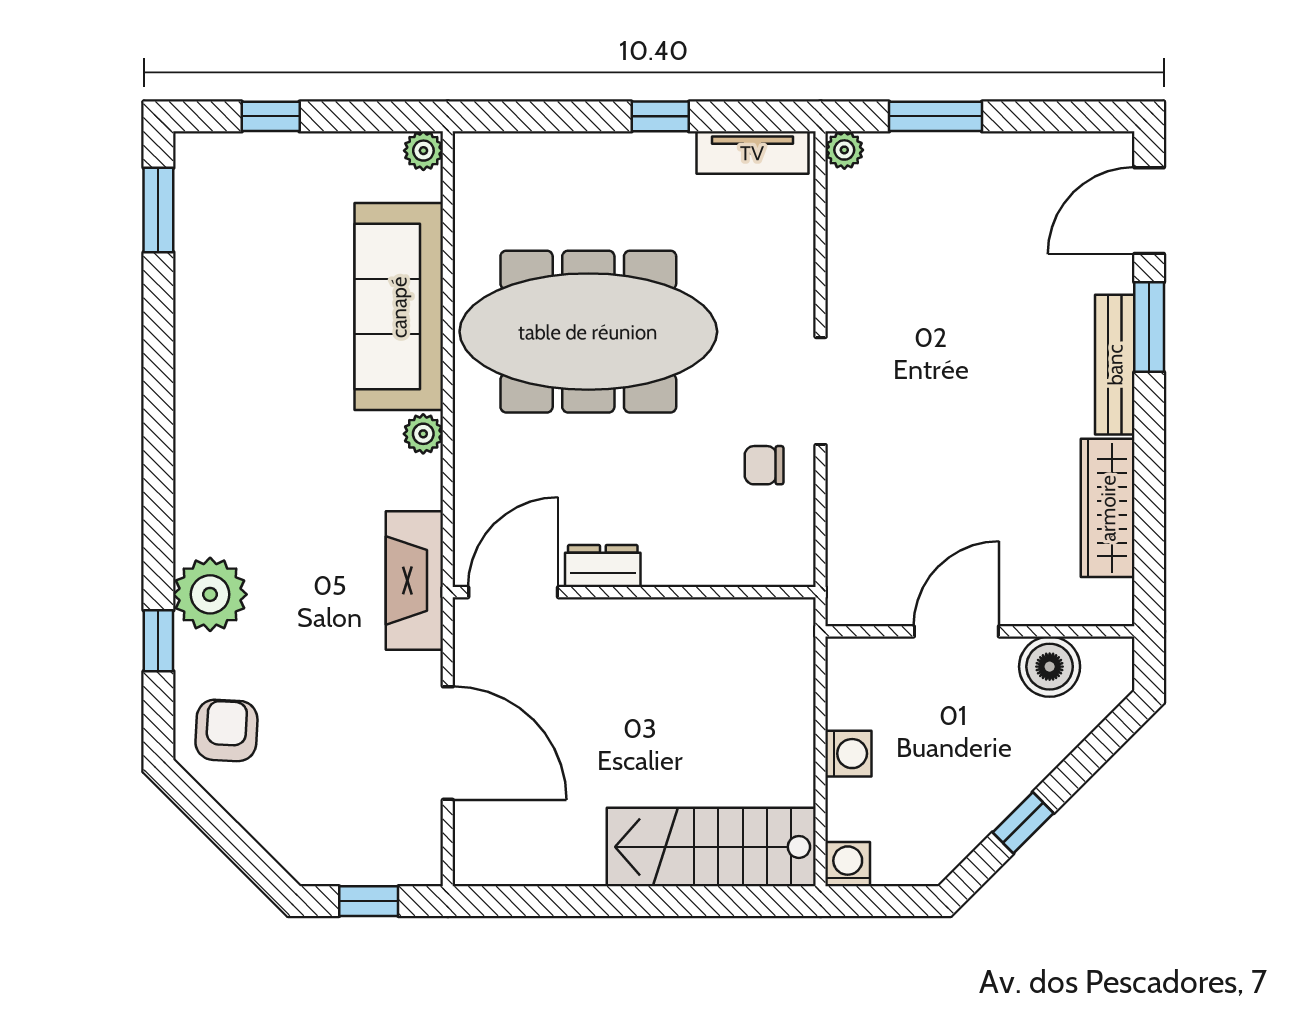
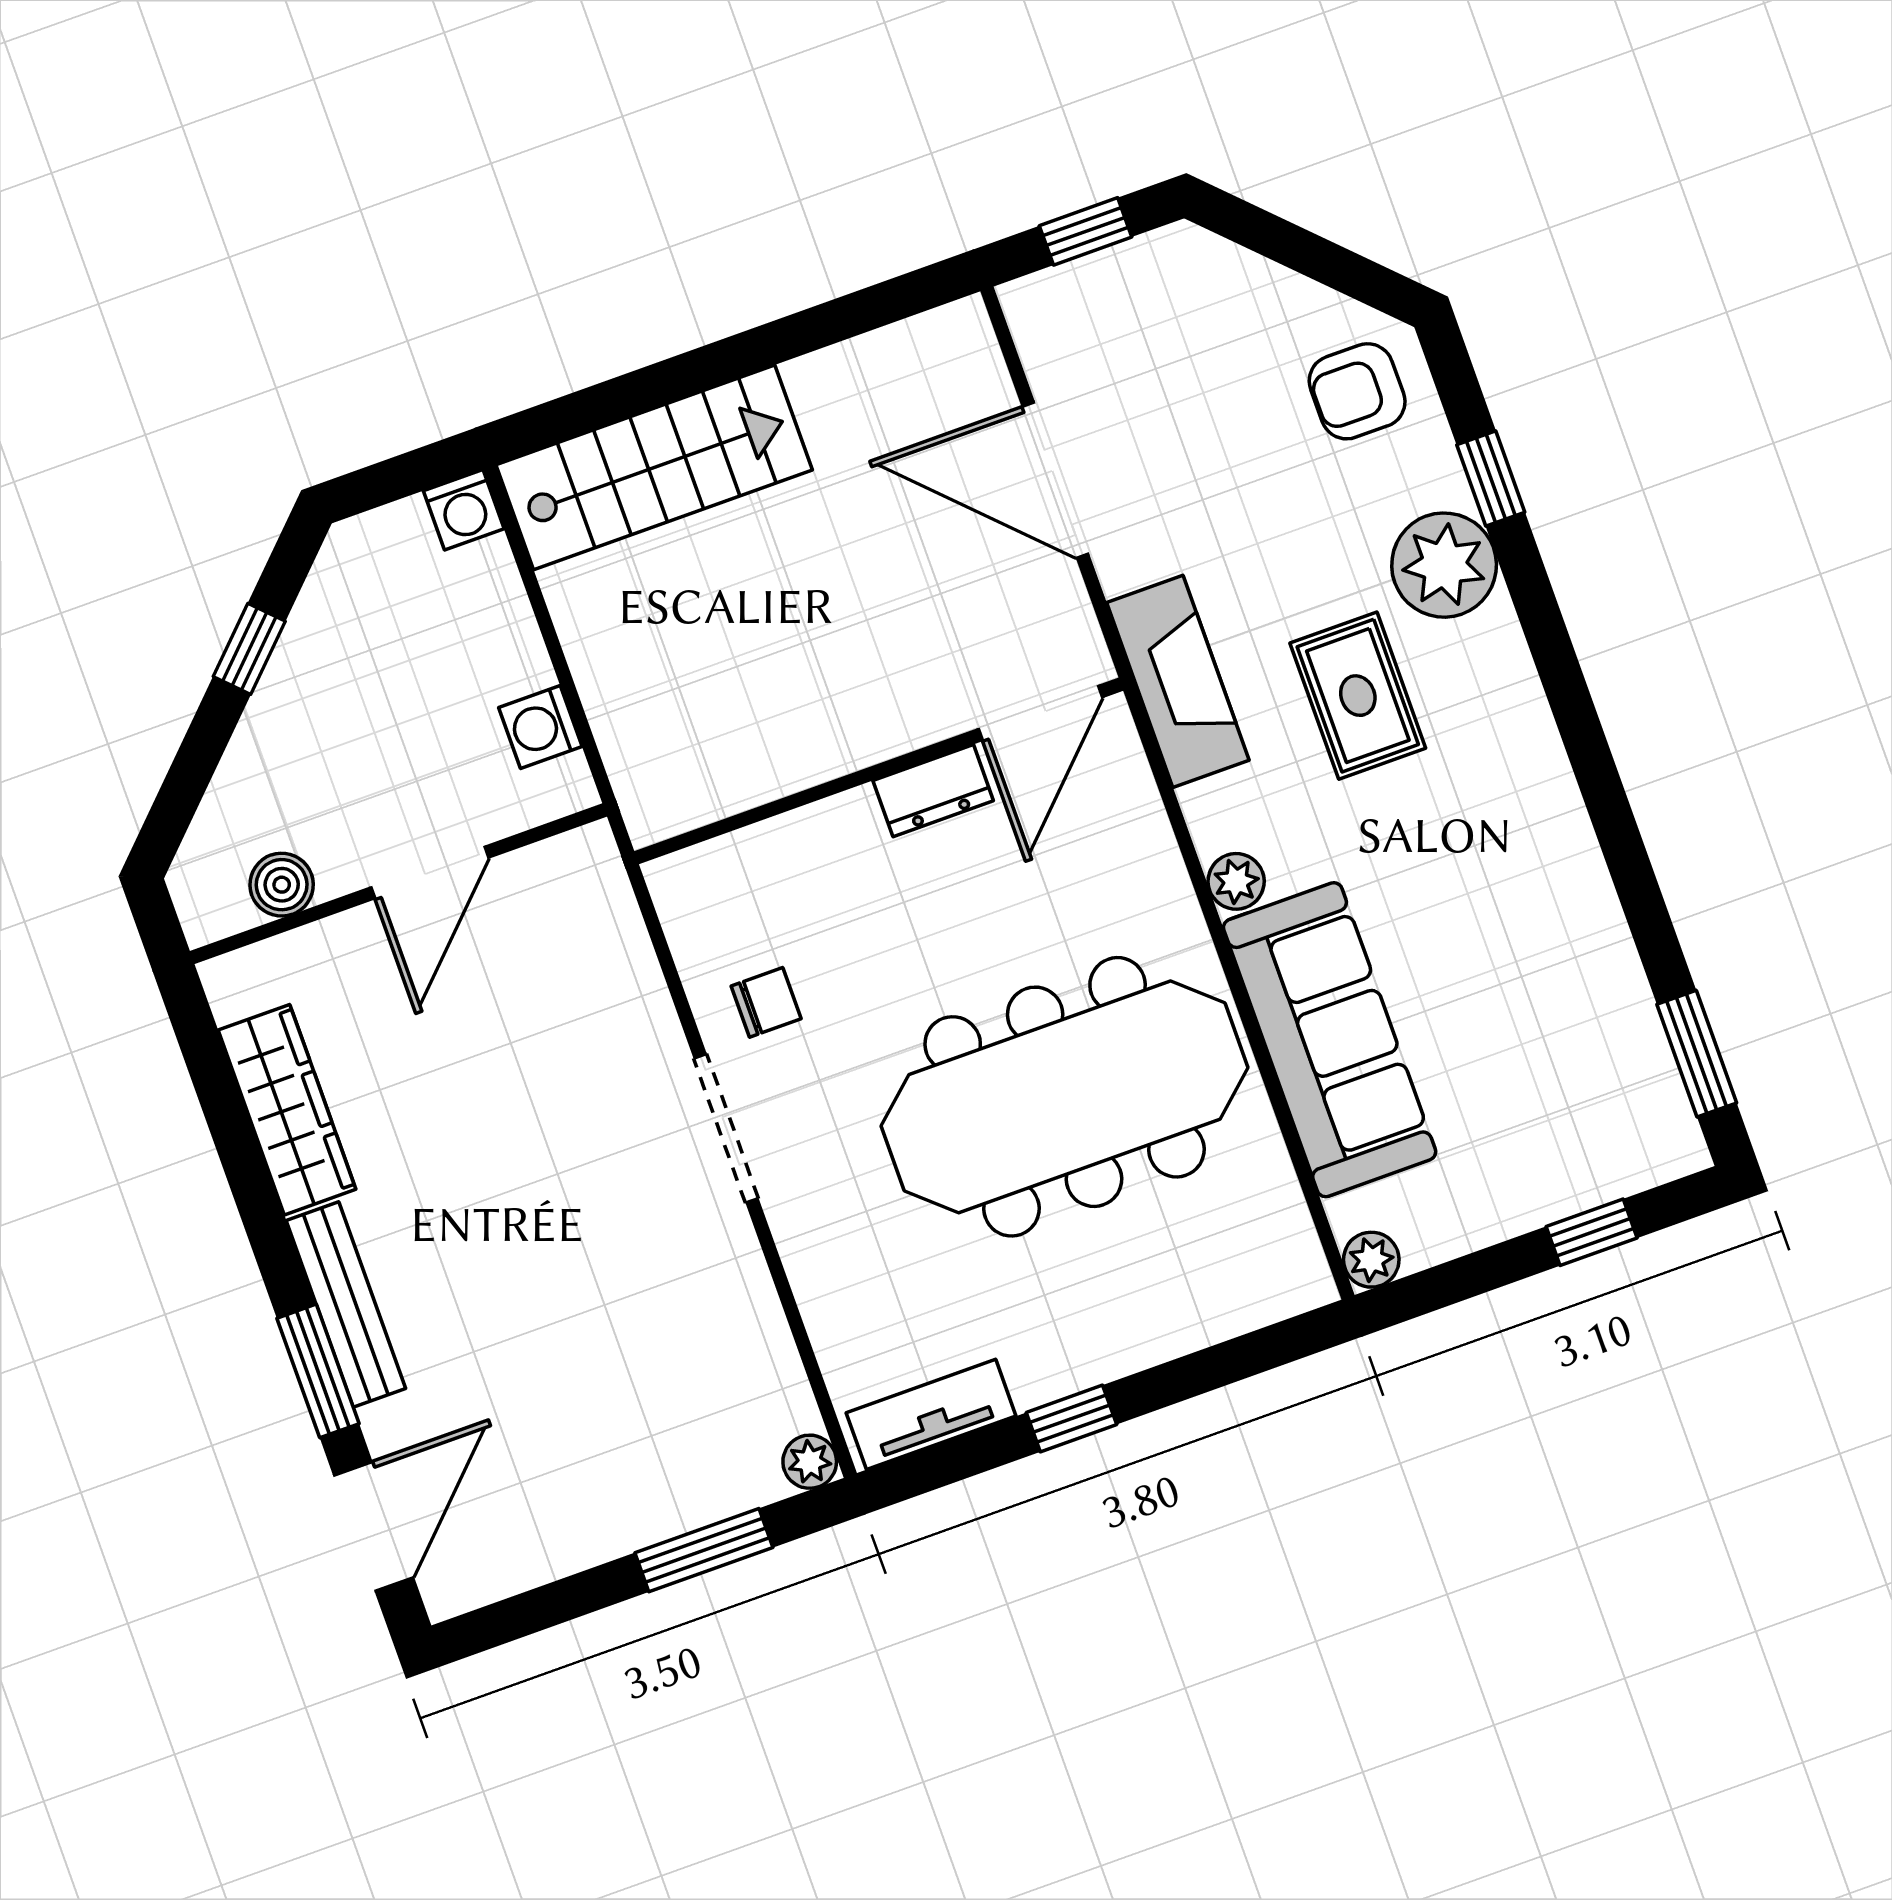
rug: (298, 528) -> (1358, 696), added
boiler: (1050, 667) -> (282, 885), width x0.73, depth x0.73
armchair: (226, 730) -> (1357, 391), turned 87
washing machine: (848, 754) -> (540, 727), moved

